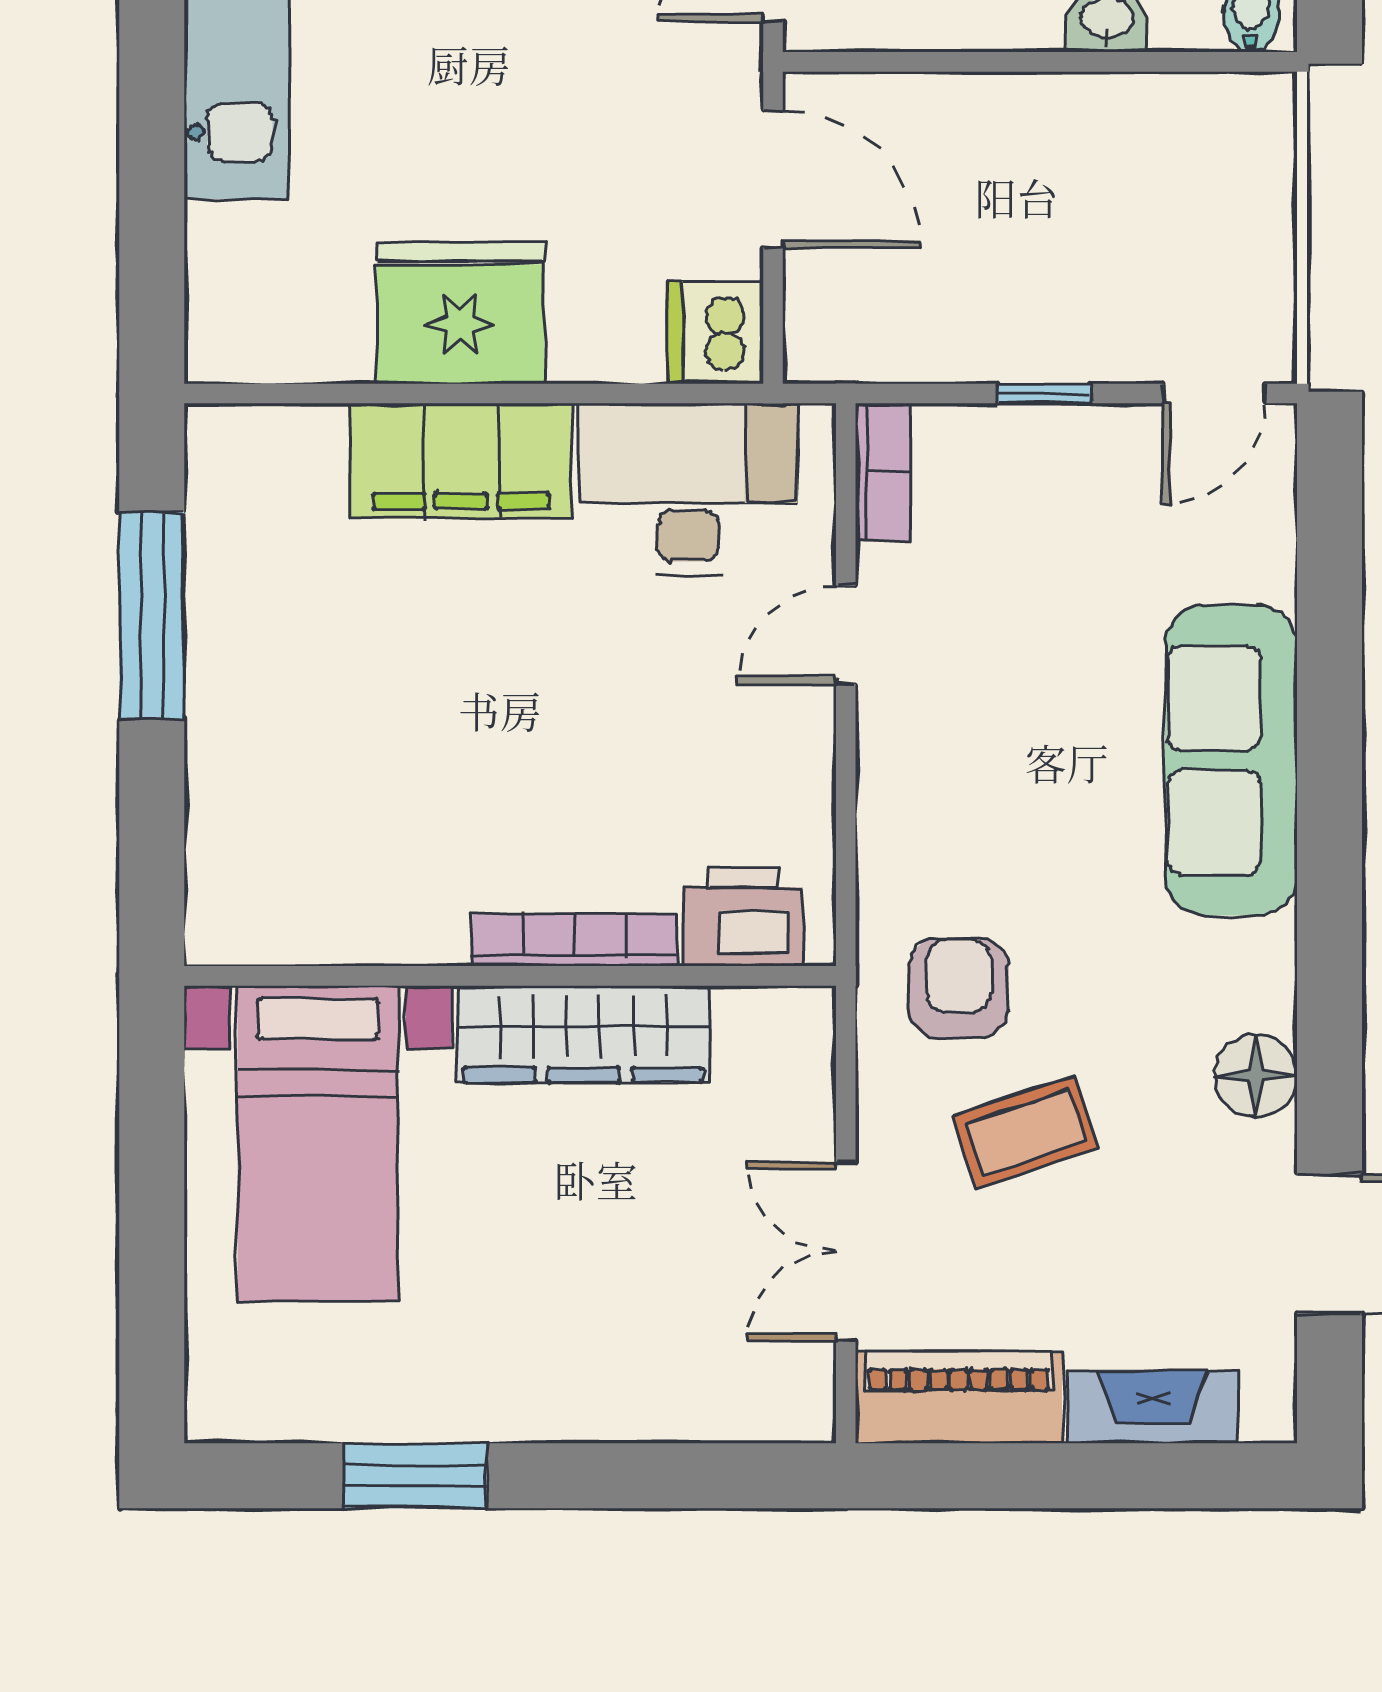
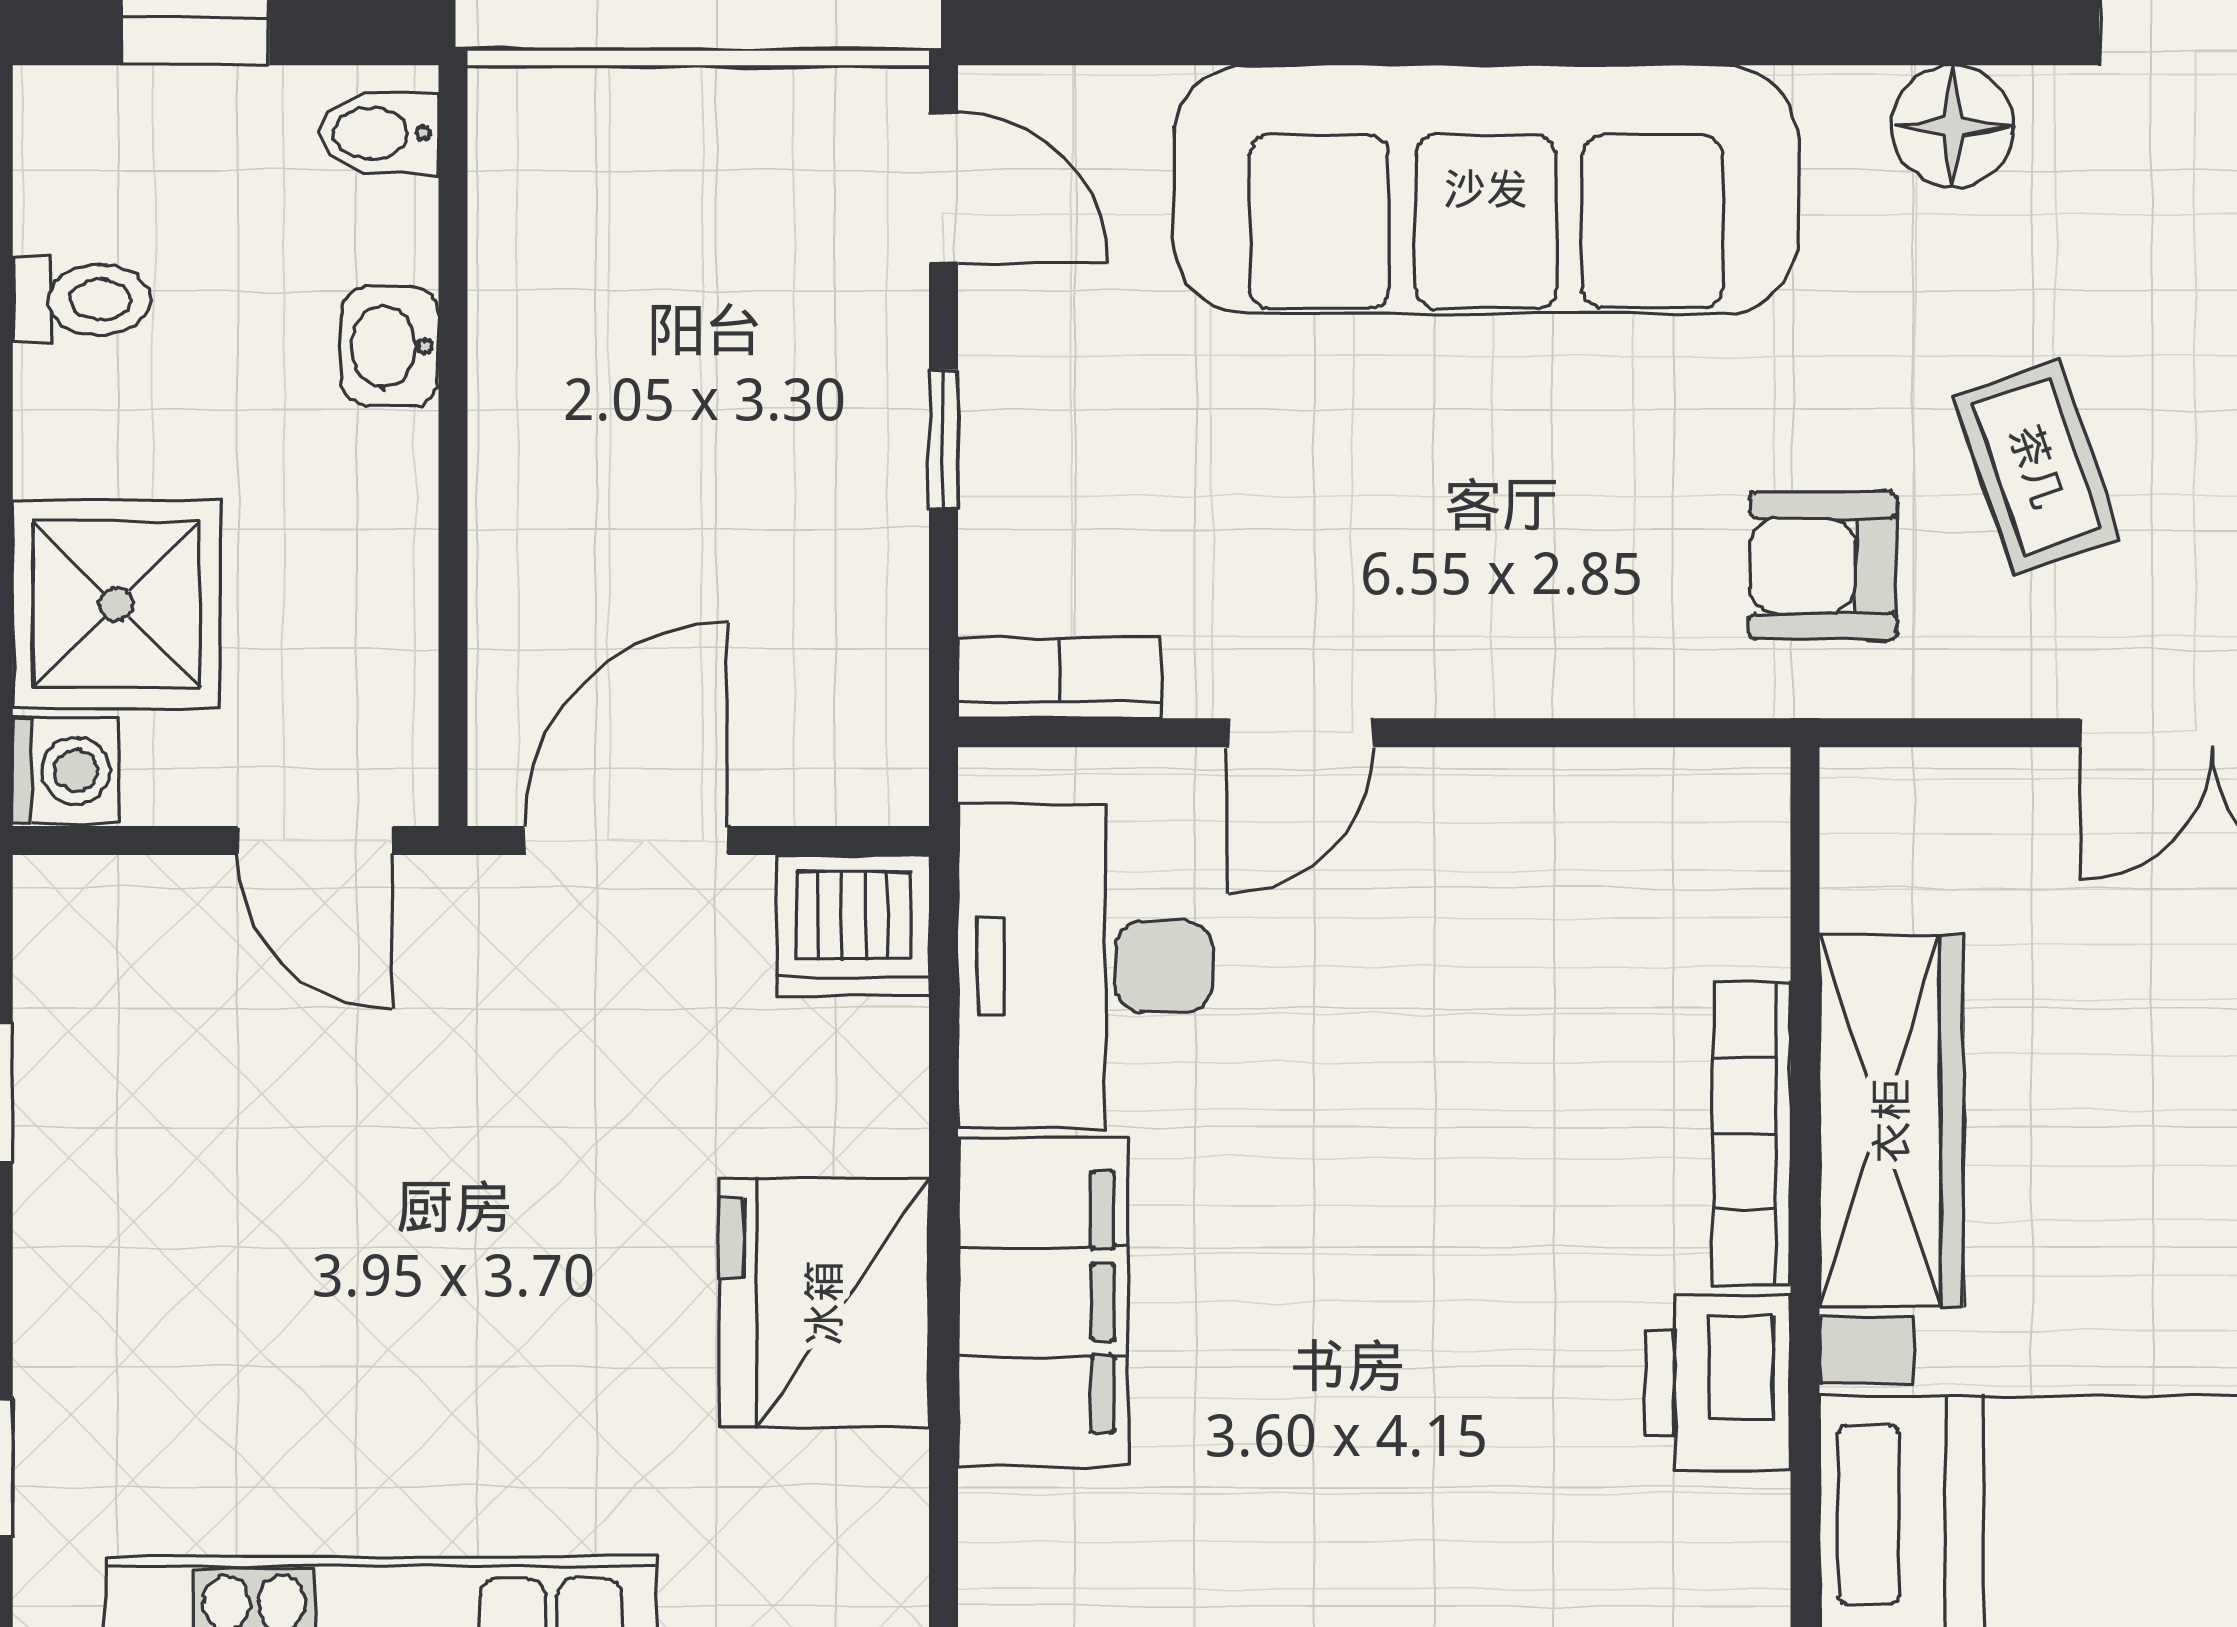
door: (846, 635) -> (1301, 733), hinge flipped
sofa: (1231, 760) -> (1486, 189), width x1.36, depth x1.27
printer: (743, 917) -> (1718, 1383), moved

